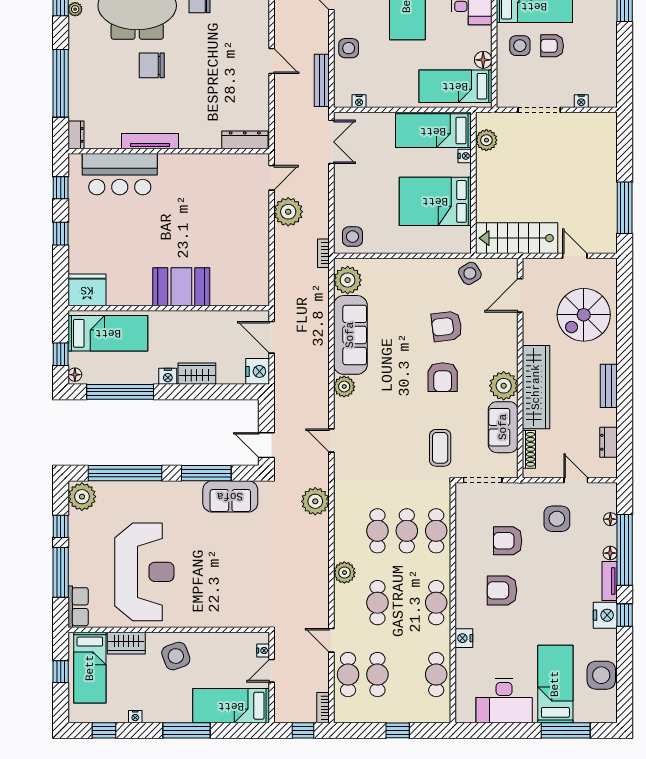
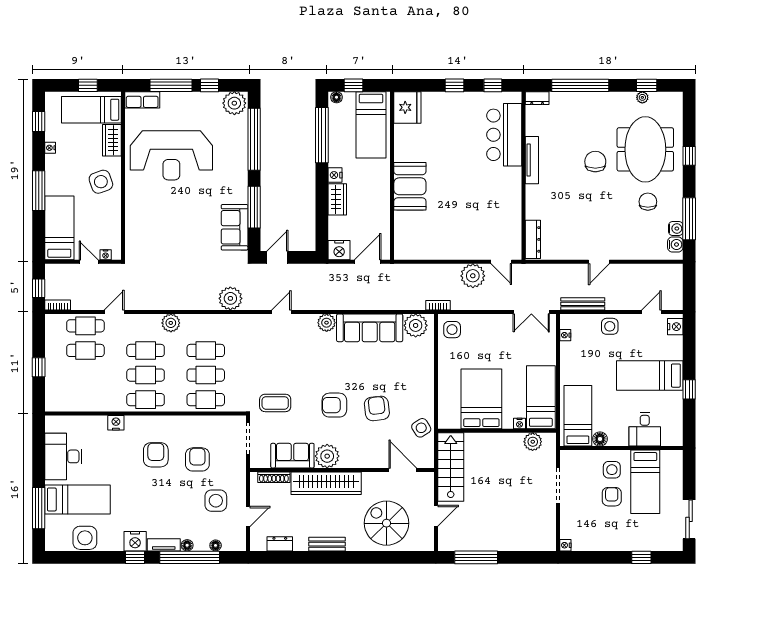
nightstand: (581, 101) -> (565, 545), moved
cafe table: (436, 675) -> (146, 375), moved

